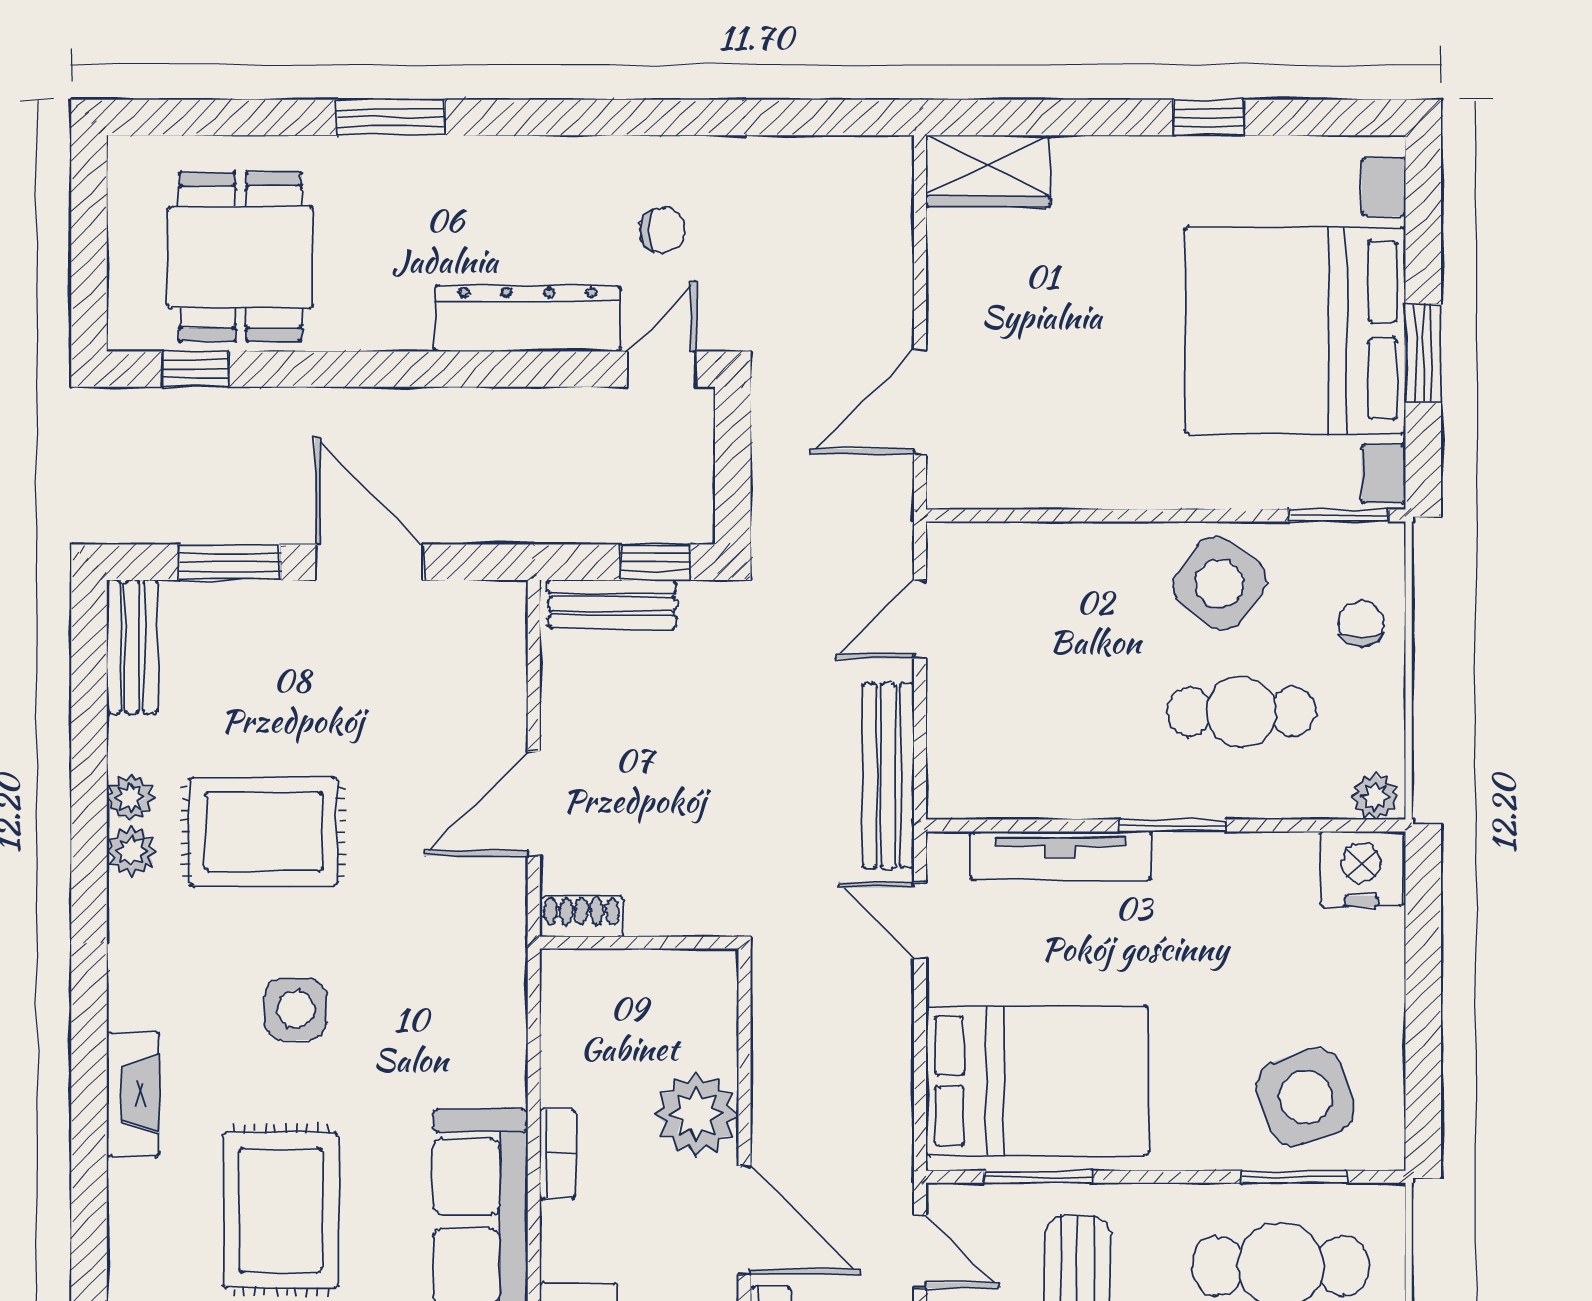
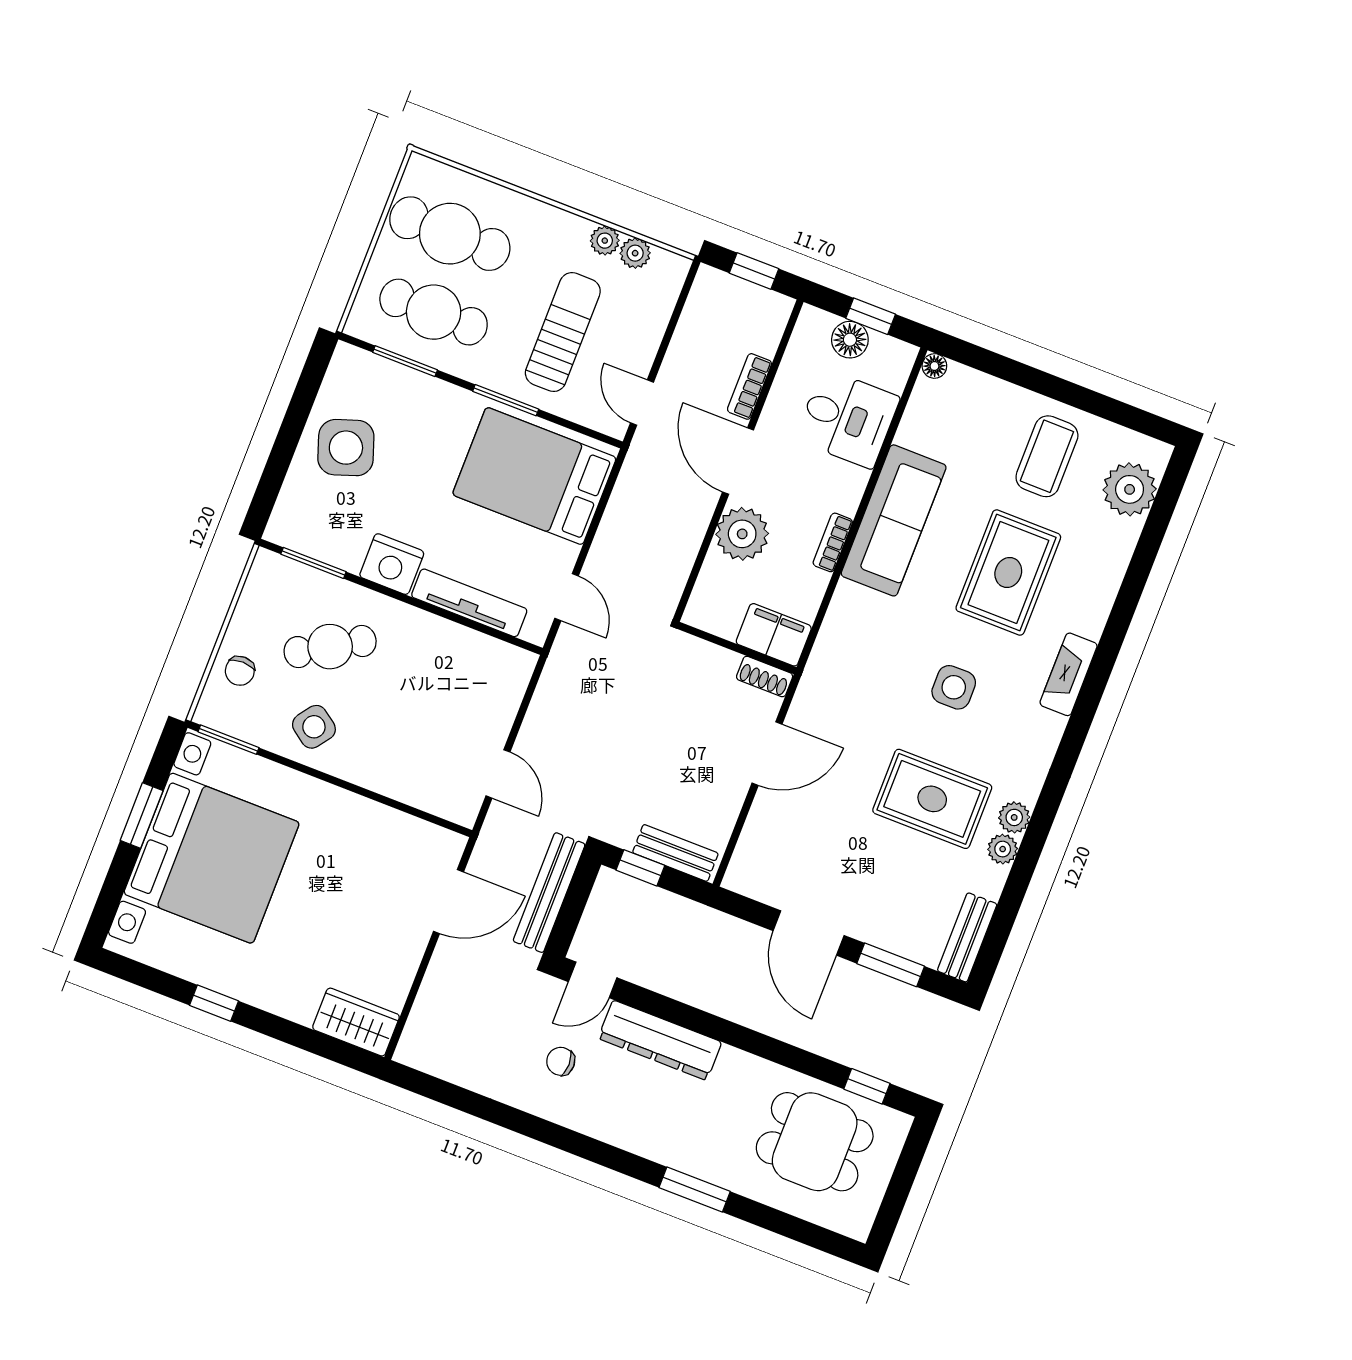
dining table: (241, 257) -> (815, 1142), turned 90
side table: (1219, 583) -> (314, 727), width x0.73, depth x0.73
door: (920, 619) -> (498, 774), hinge flipped
cafe table: (1241, 711) -> (330, 647), turned -31
bench: (888, 776) -> (549, 893), moved
plant: (1375, 797) -> (271, 566), removed
window: (1172, 826) -> (313, 563), moved
nightstand: (1362, 869) -> (392, 564), moved
filing cabinet: (592, 983) -> (774, 635), added
side table: (1305, 1097) -> (346, 448), moved
window: (1038, 1177) -> (506, 400), moved

